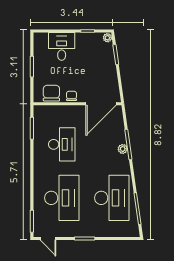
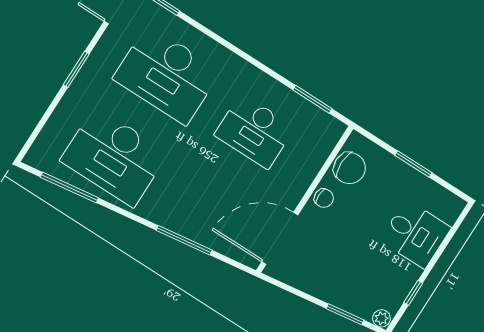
door: (101, 104) -> (280, 238), hinge flipped
plant: (123, 149) -> (183, 226), removed

